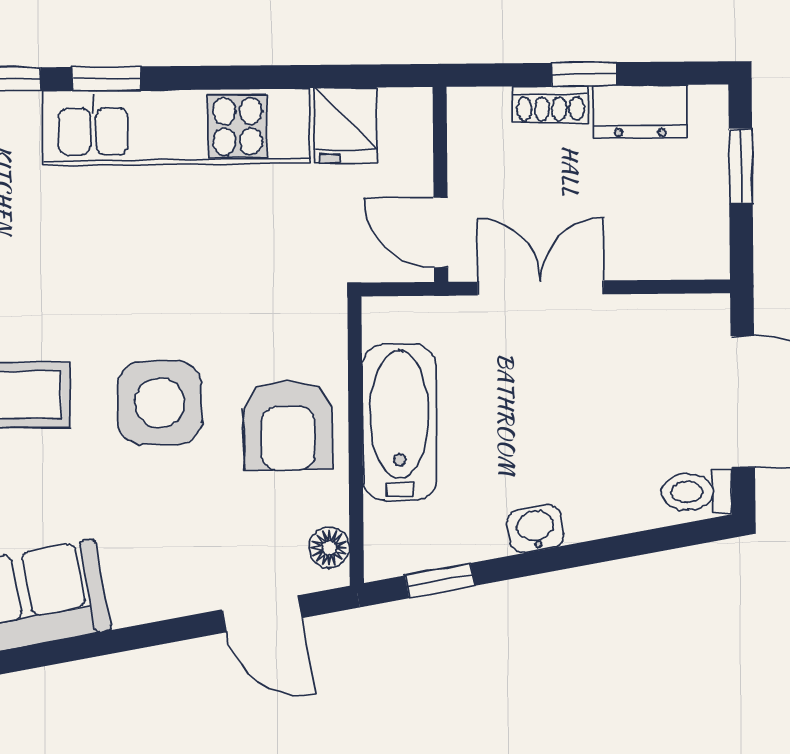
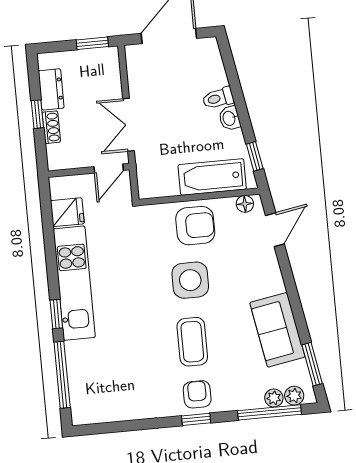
window: (741, 166) -> (92, 43), moved
bathtub: (399, 422) -> (212, 177), moved
toilet: (697, 492) -> (218, 98), moved, turned 80

